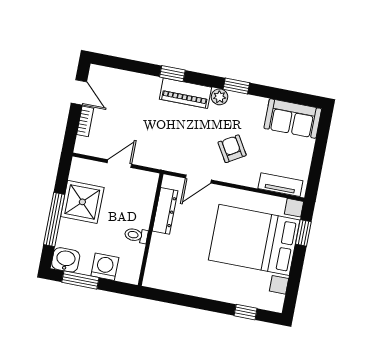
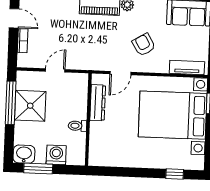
window: (54, 220) -> (11, 103), moved

